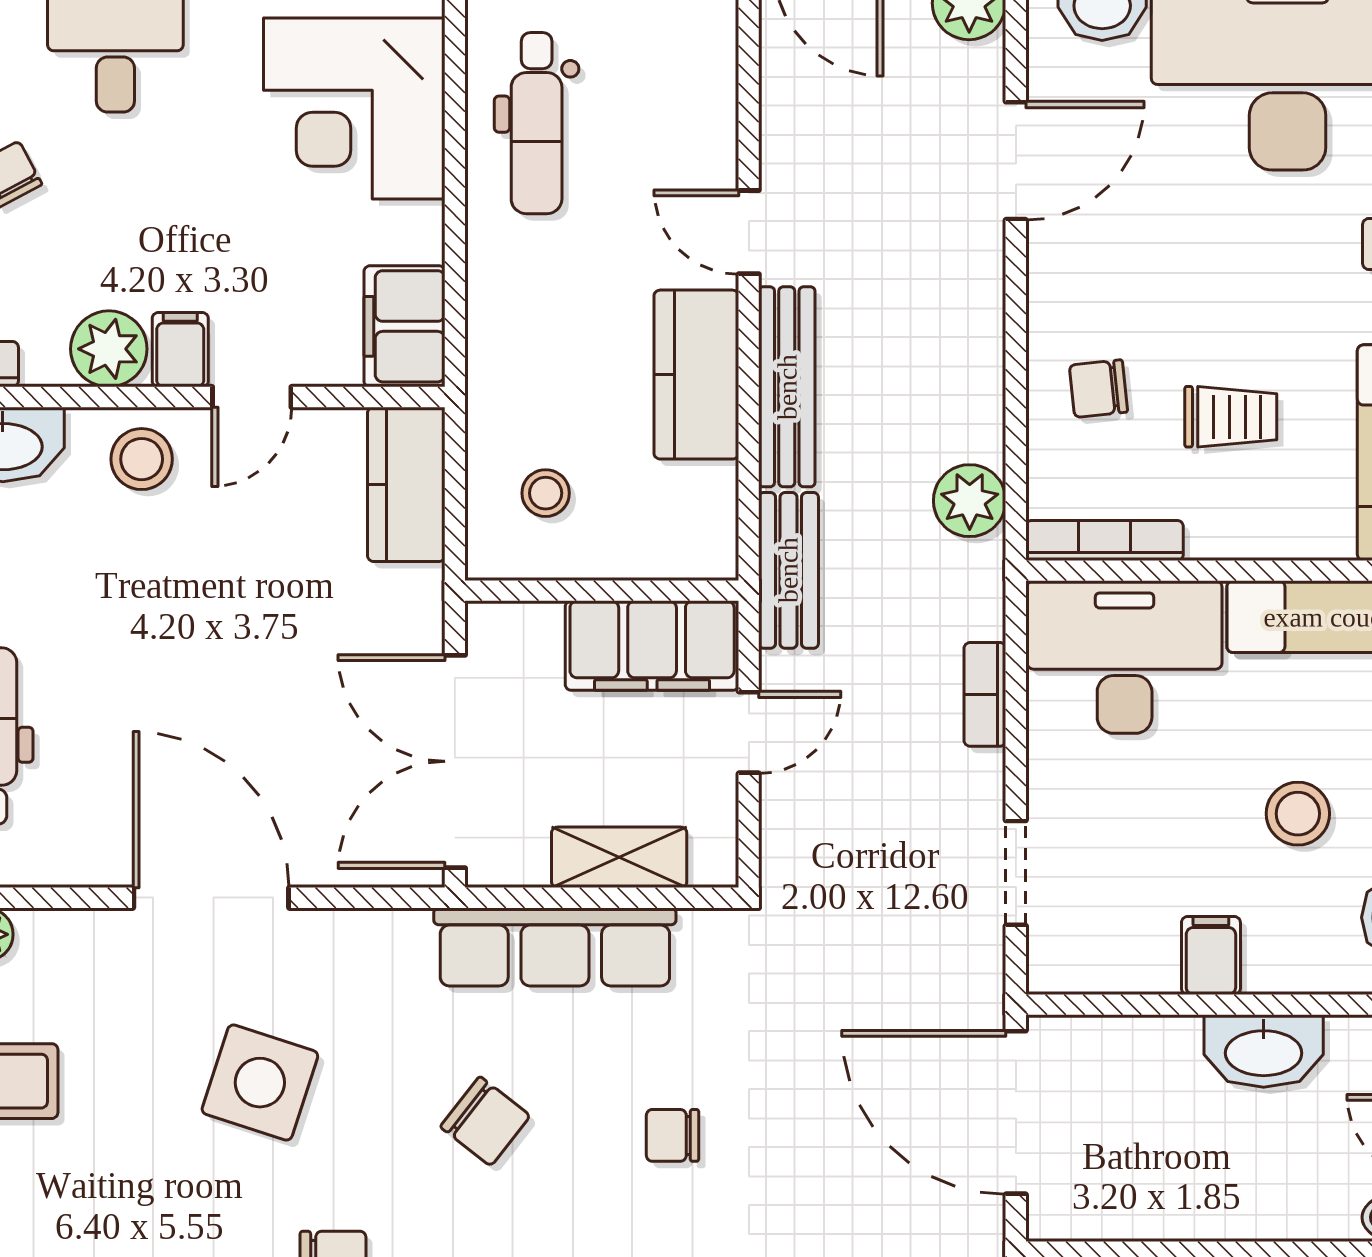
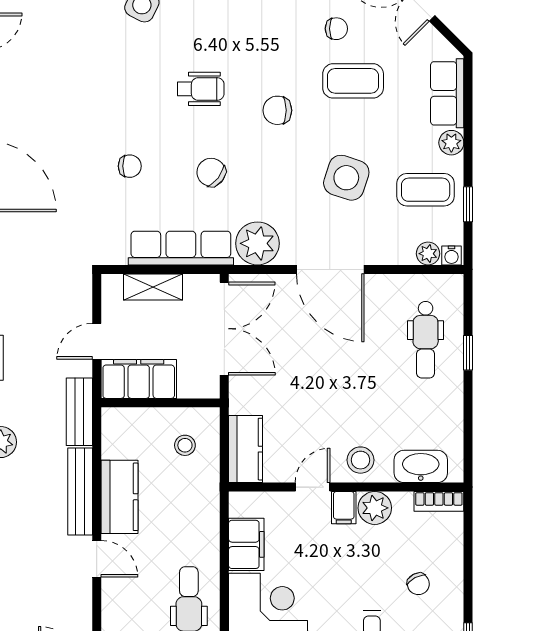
filing cabinet: (404, 326) -> (246, 544), moved
plant: (379, 958) -> (257, 243), added
side table: (260, 1083) -> (346, 178), moved

